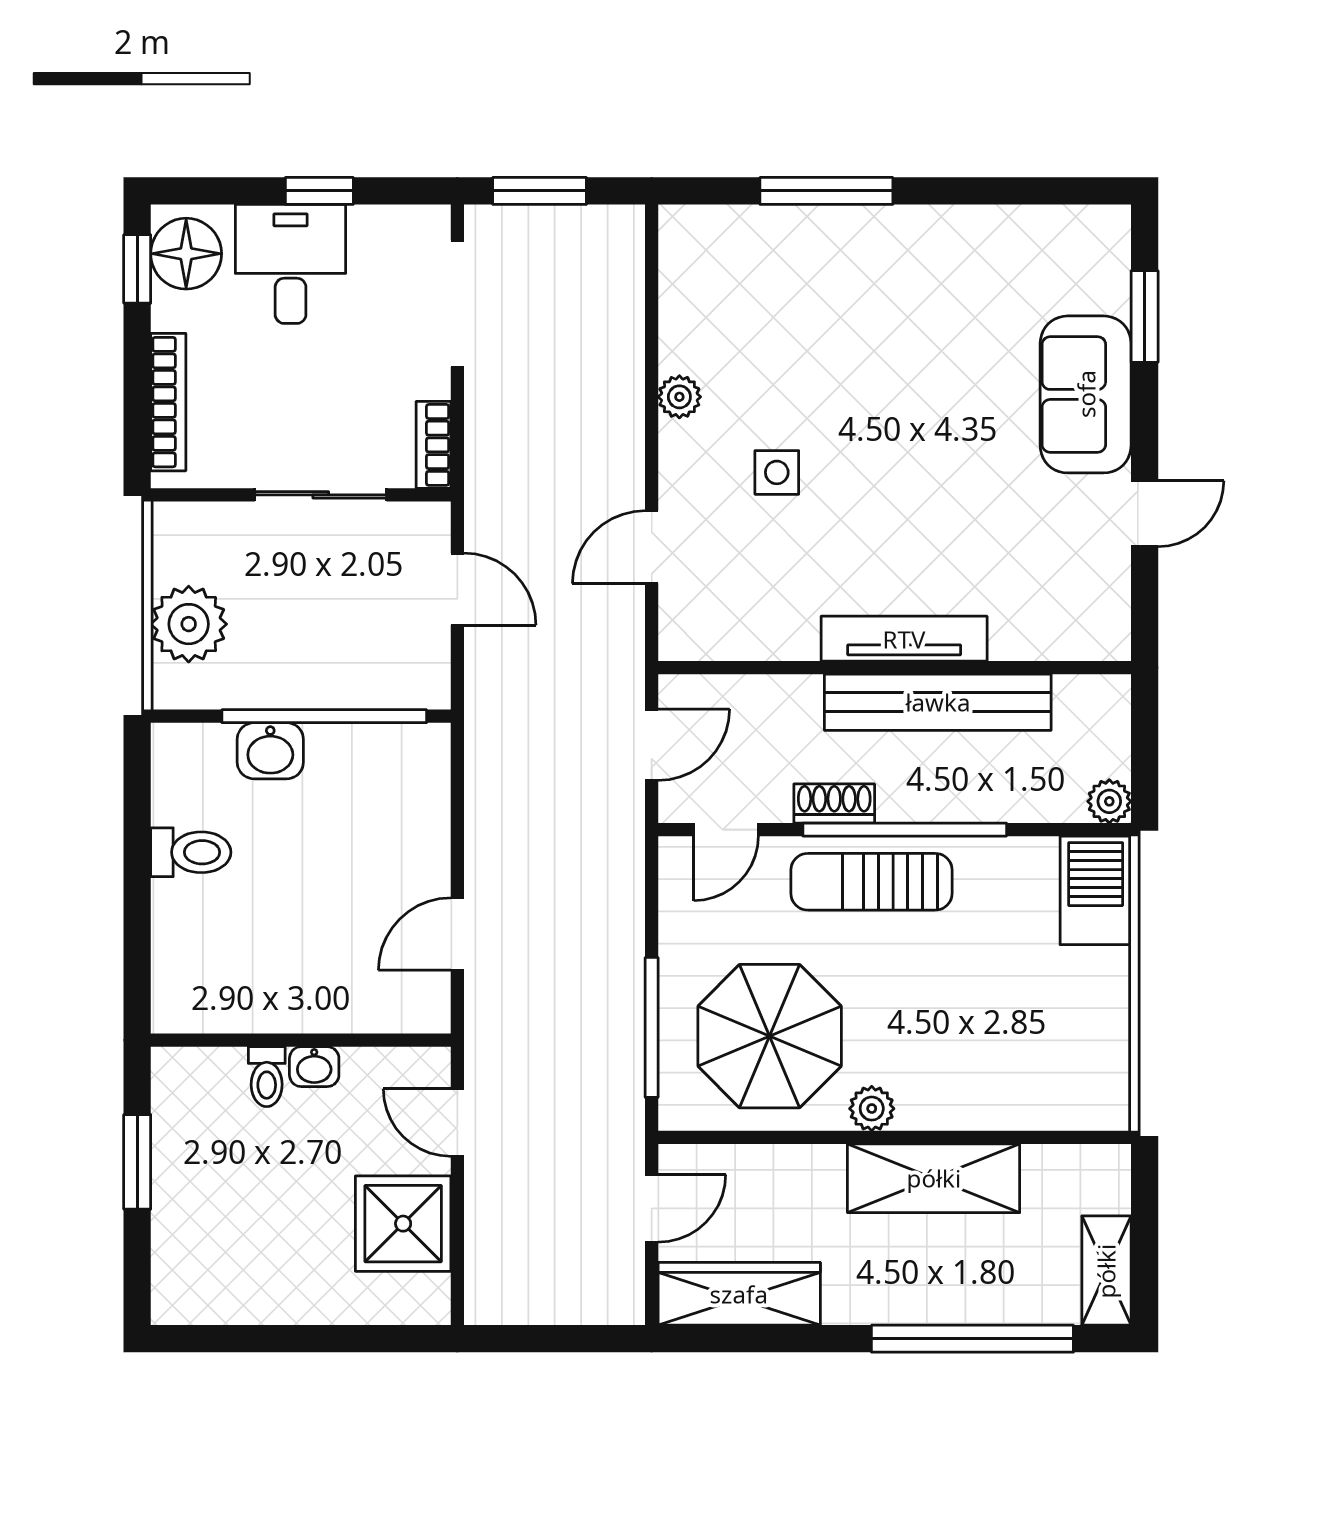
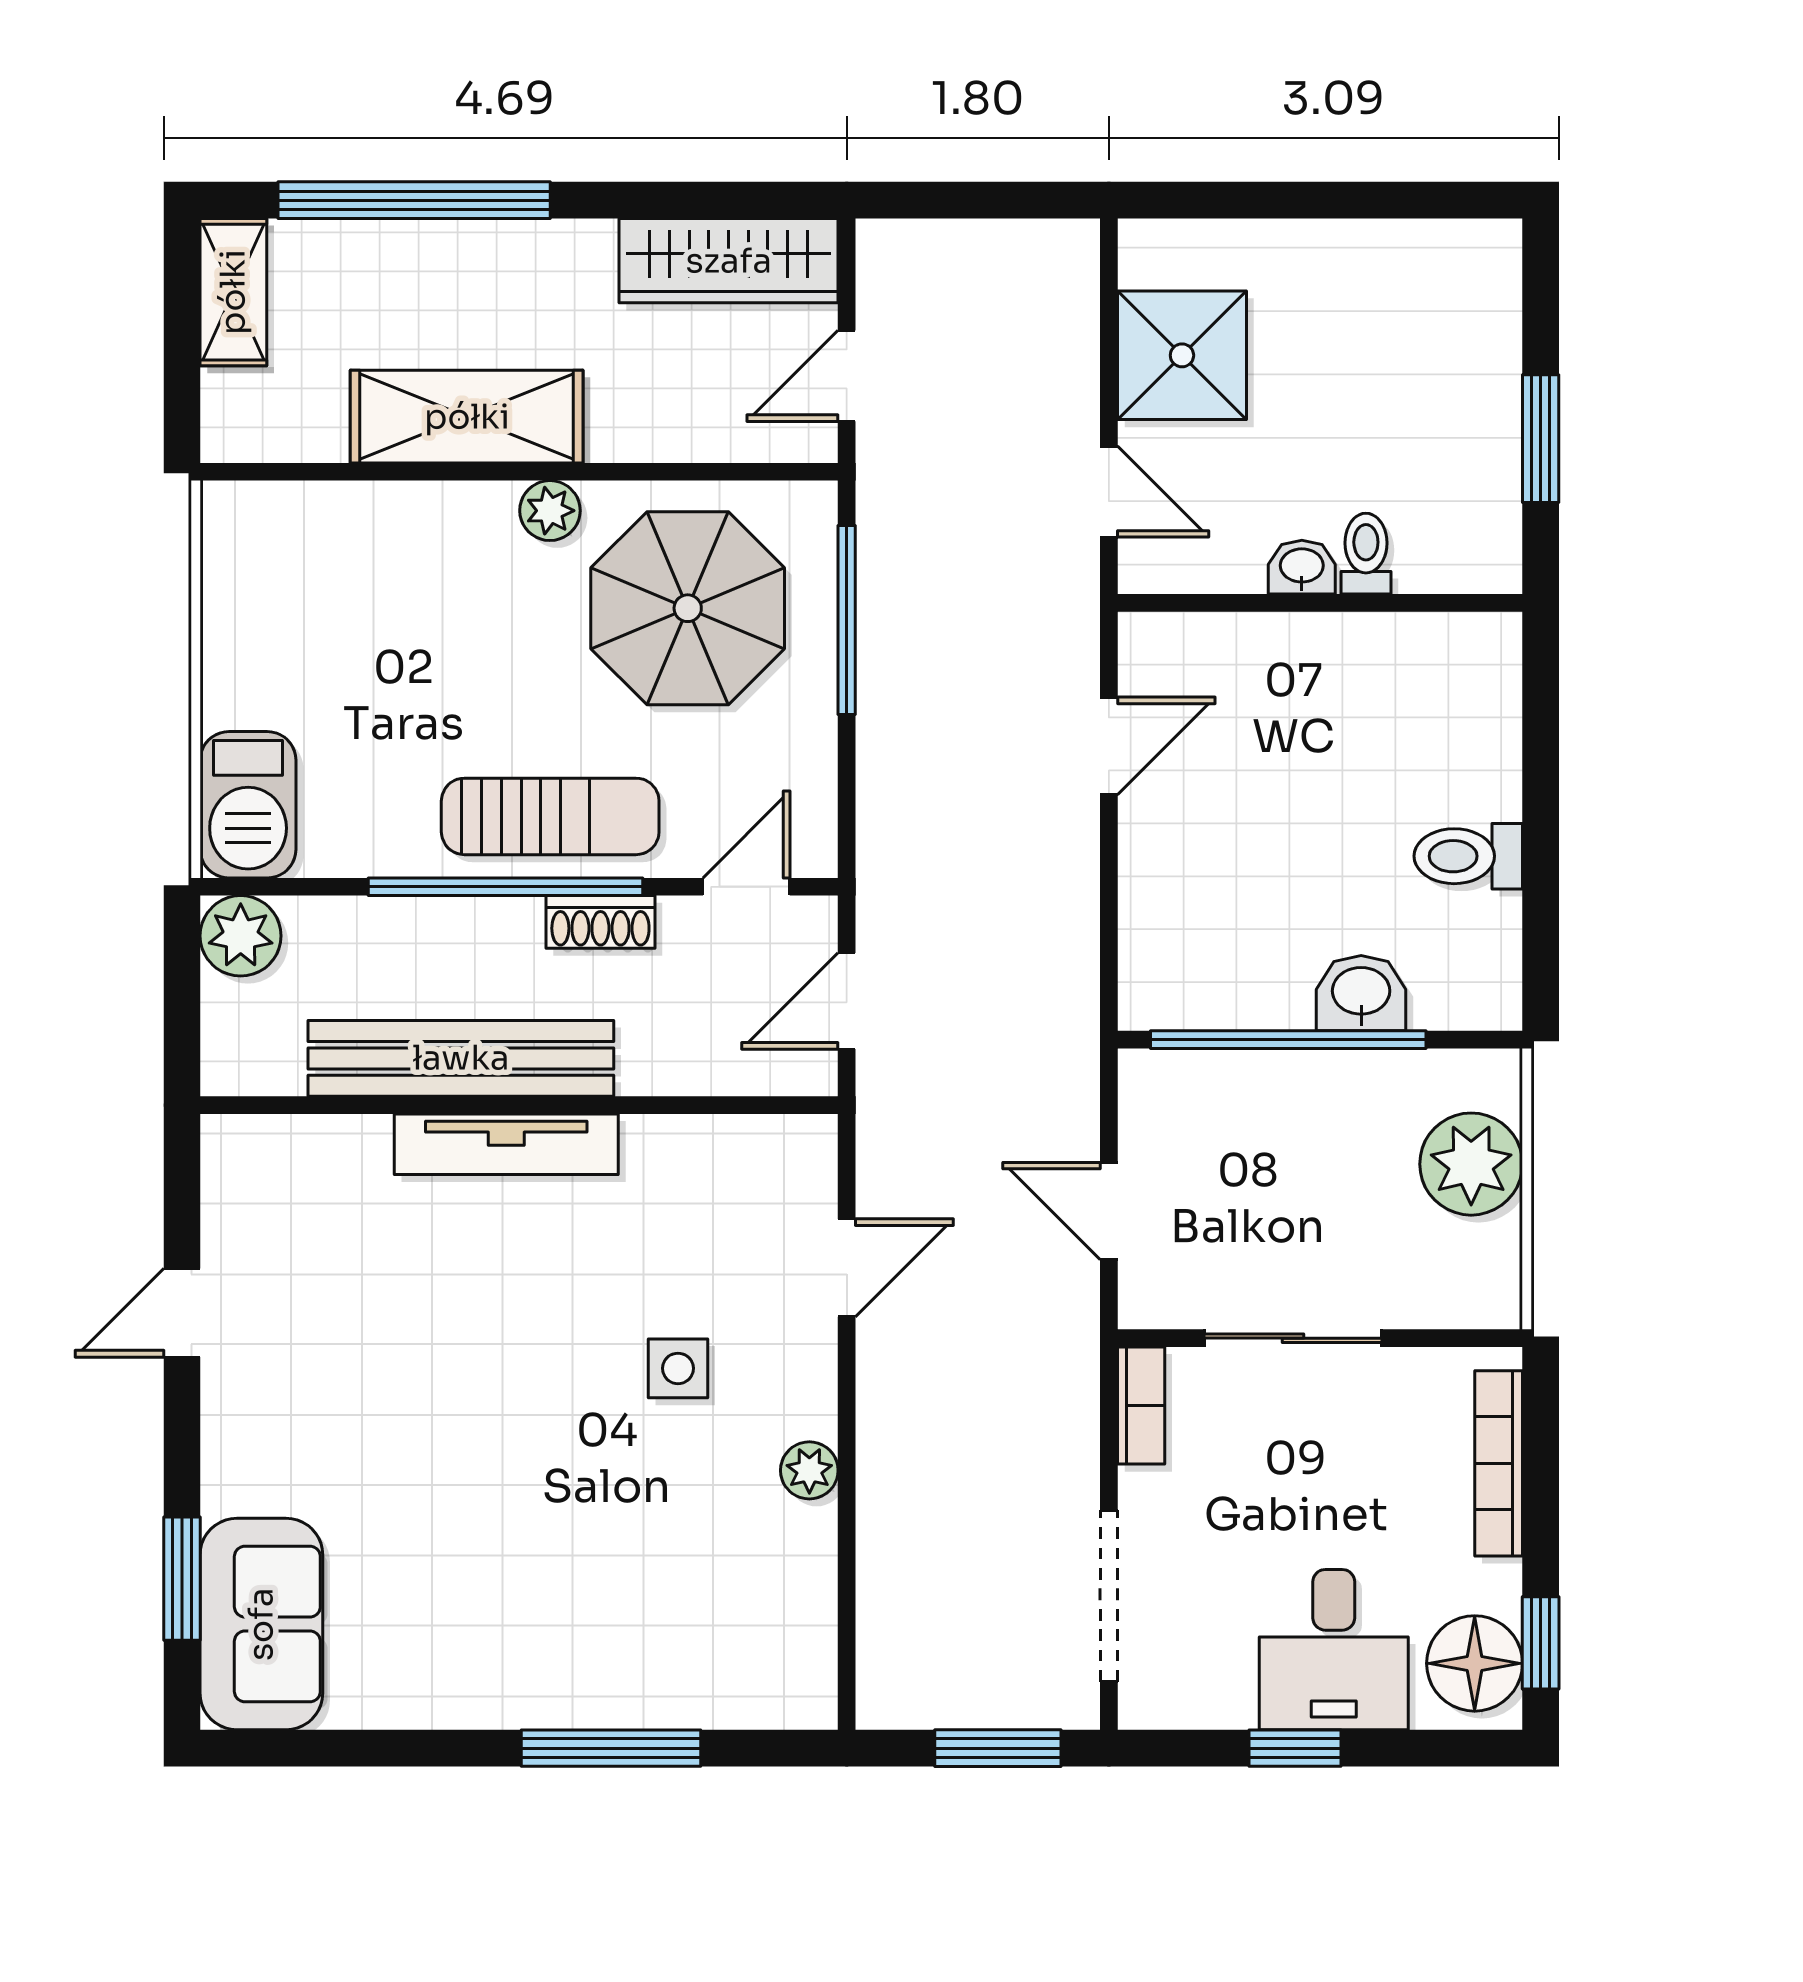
sofa: (1086, 394) -> (261, 1624), moved
plant: (1109, 801) -> (241, 936), width x1.38, depth x1.38

